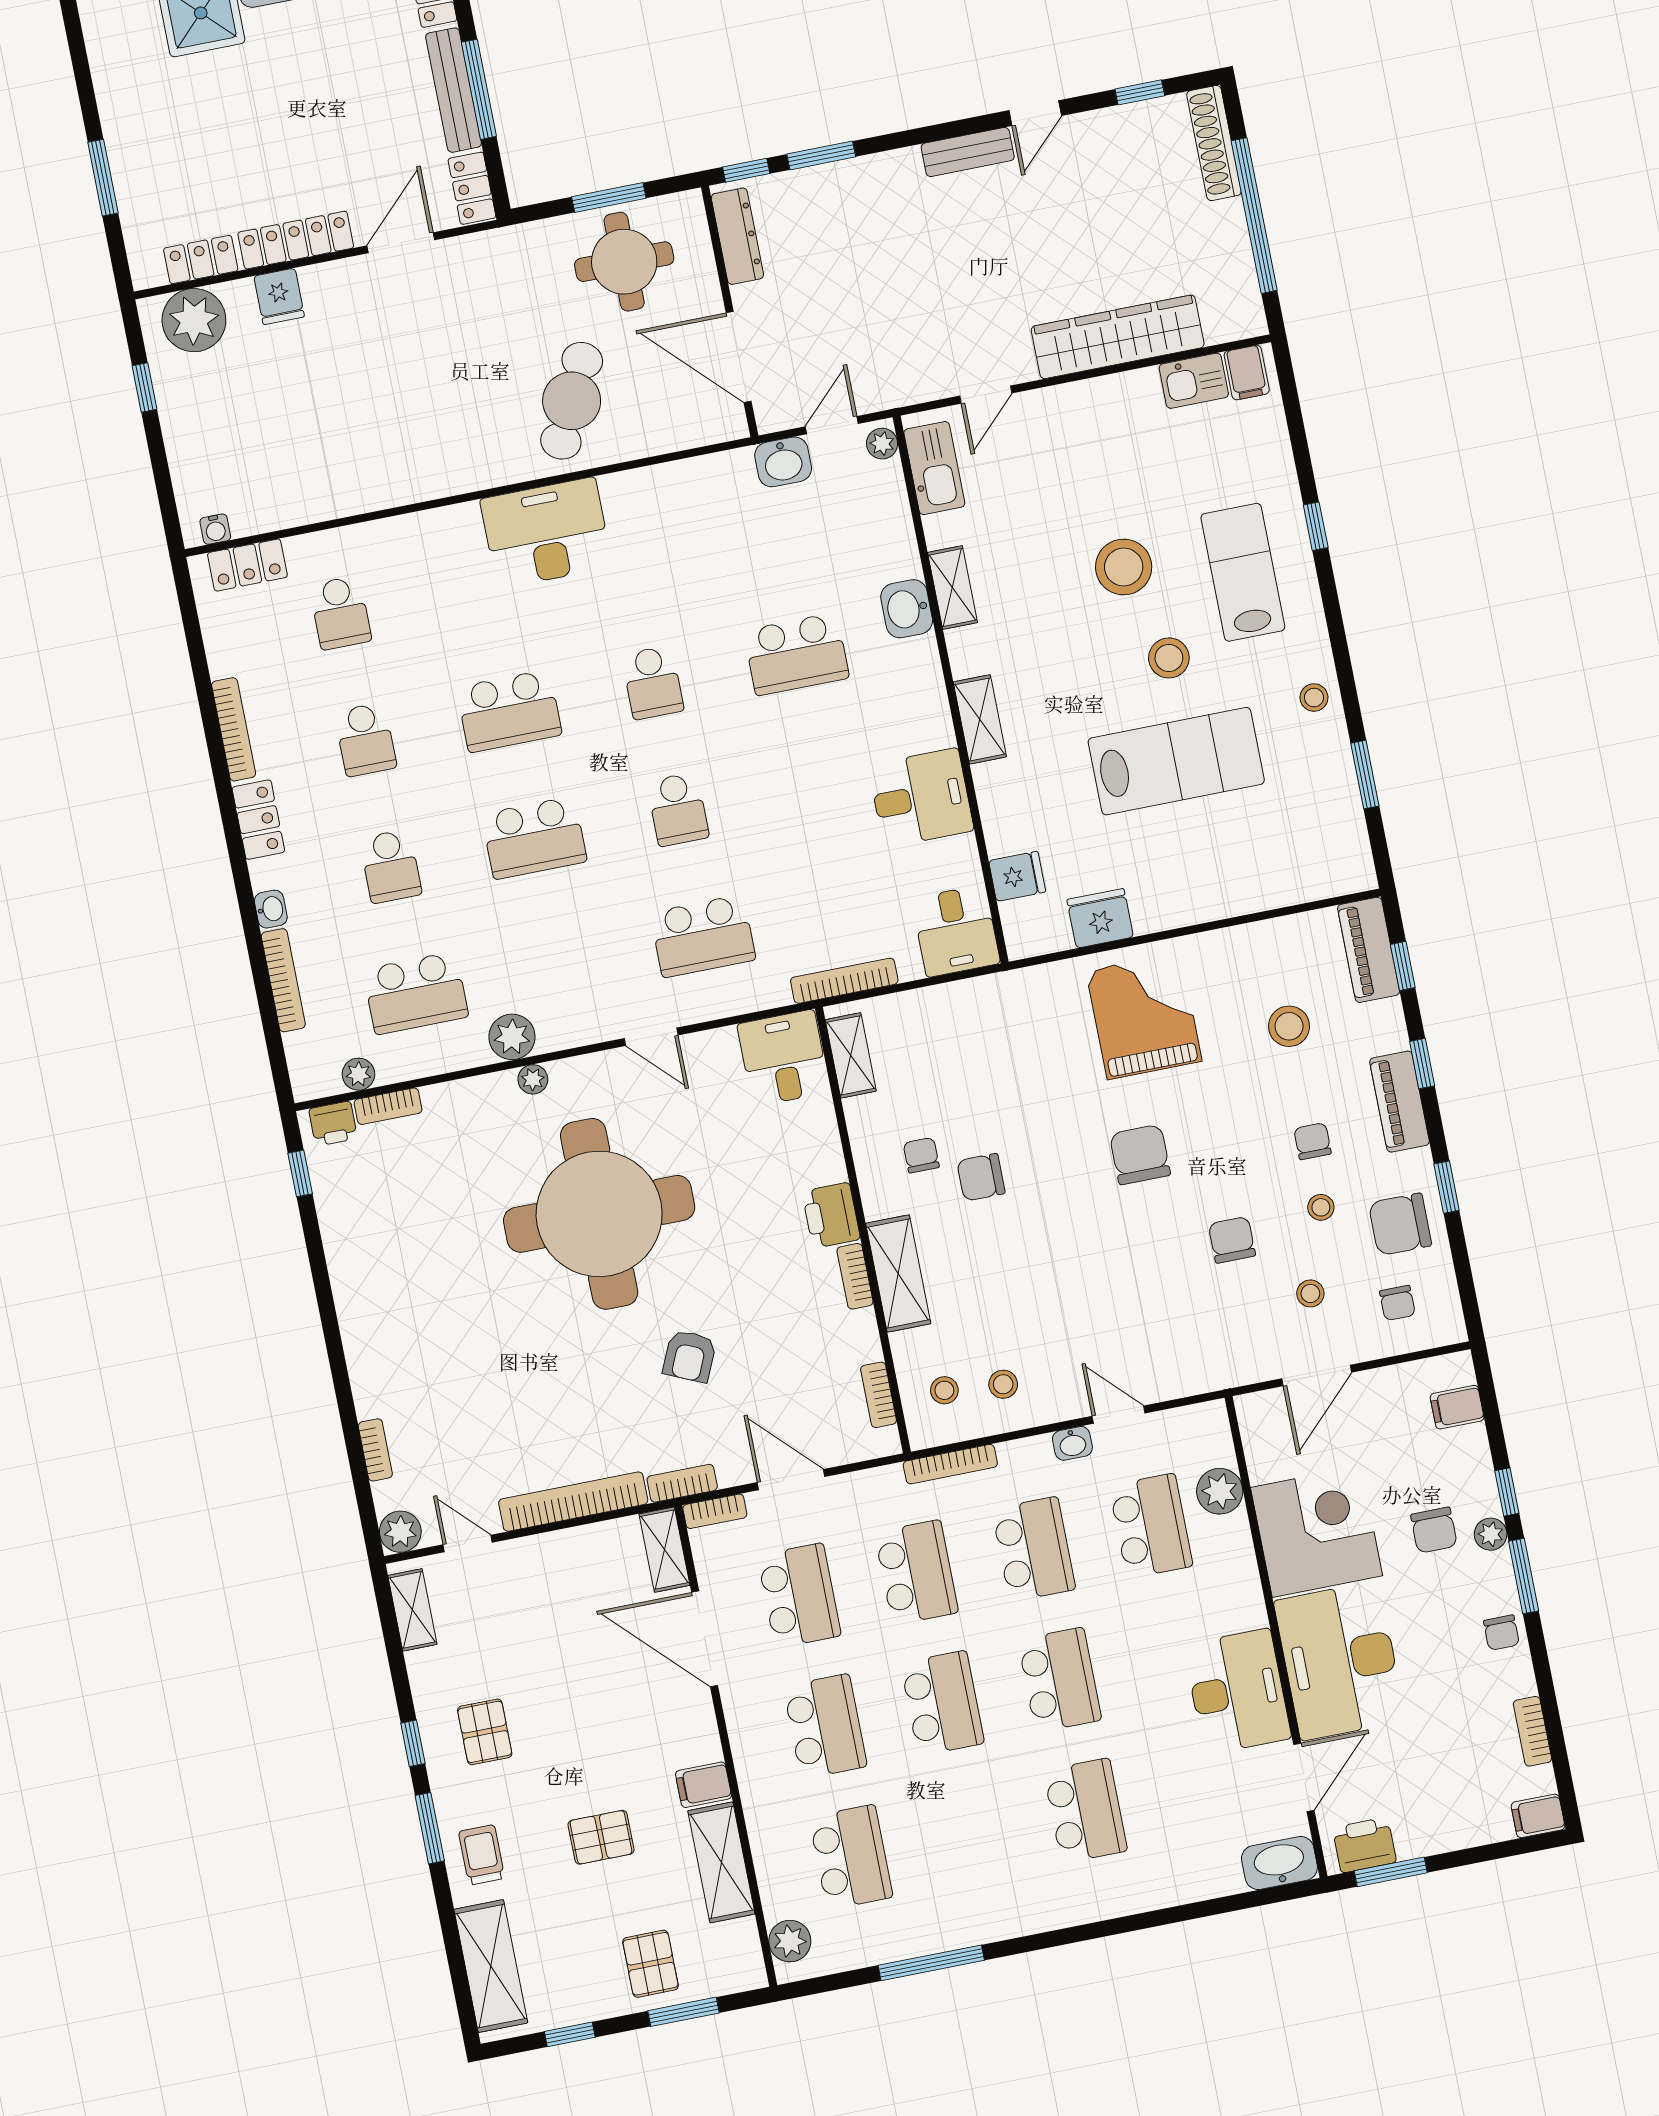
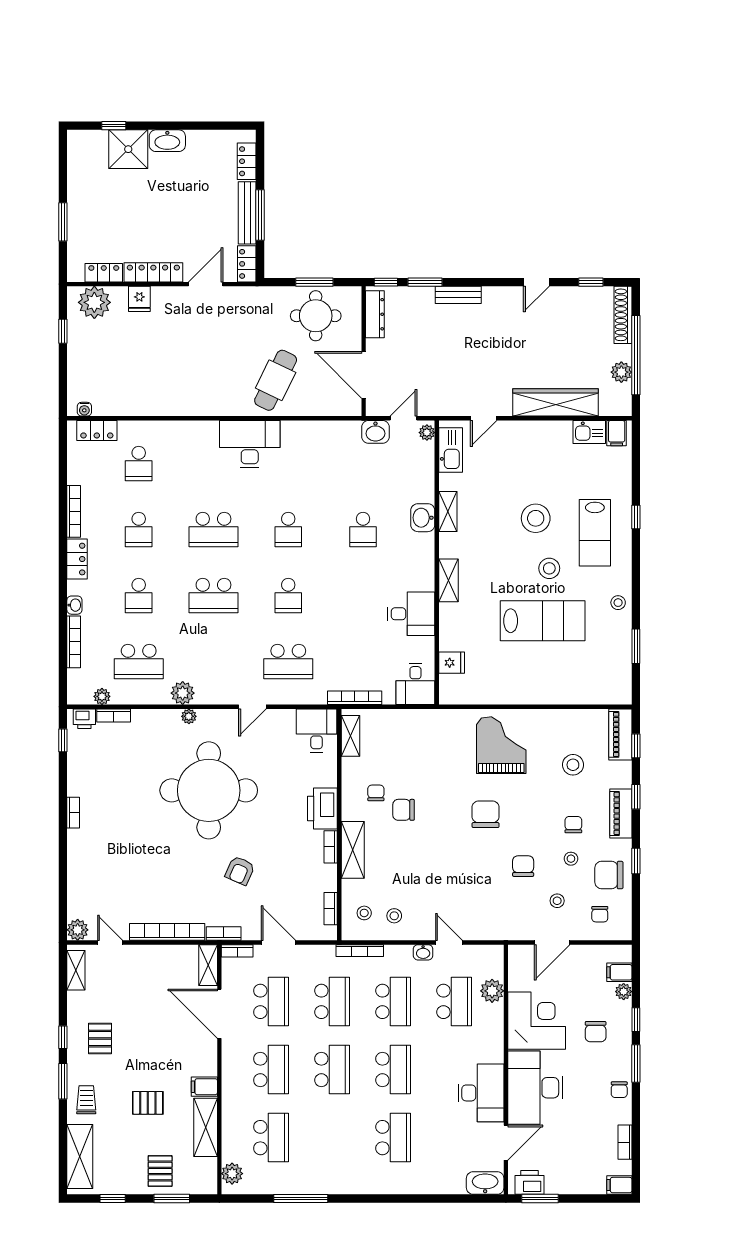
bench: (968, 152) -> (458, 295), moved
plant: (1233, 254) -> (621, 372), added
lab bench: (1243, 572) -> (595, 533), turned 180
school desk: (796, 654) -> (363, 530), width x0.54
fridge: (1100, 918) -> (489, 692), removed
door: (651, 1037) -> (252, 707), hinge flipped
printer: (831, 1215) -> (322, 808), width x1.37, depth x1.19
bookcase: (375, 1450) -> (73, 813), moved
plant: (1491, 1534) -> (624, 992), moved

